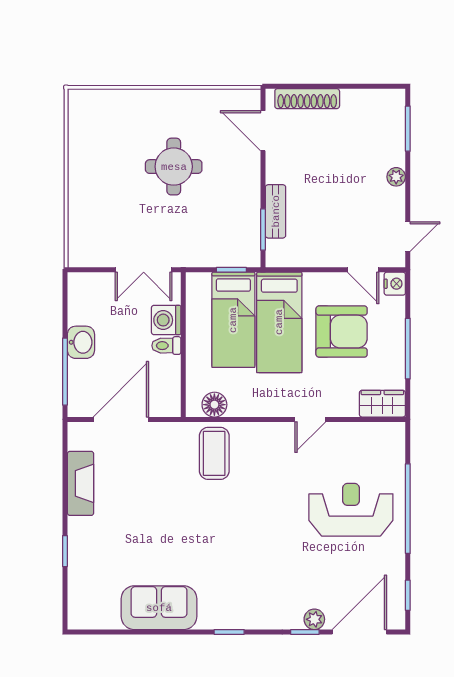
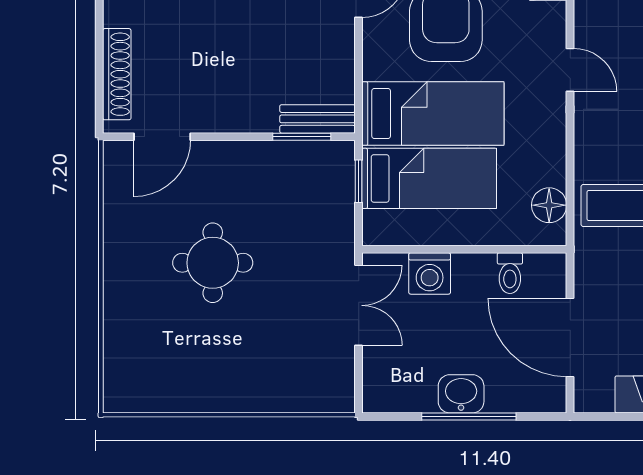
bench: (276, 211) -> (317, 119), moved
toilet: (166, 346) -> (510, 273), moved
window: (65, 372) -> (469, 416), moved

